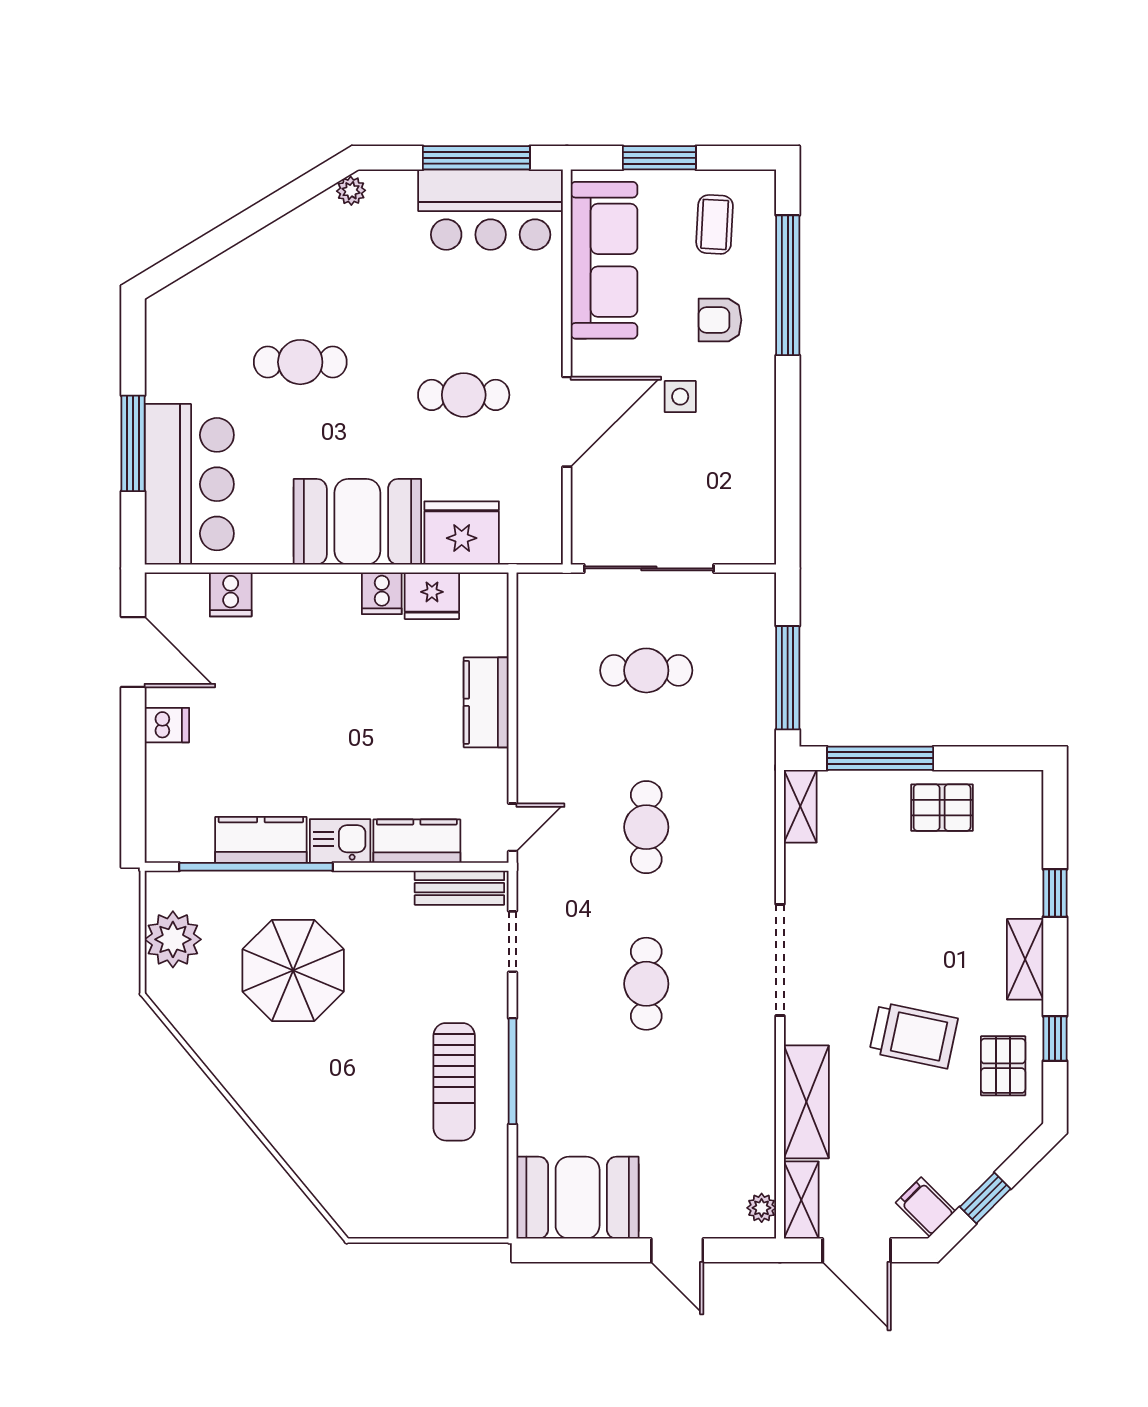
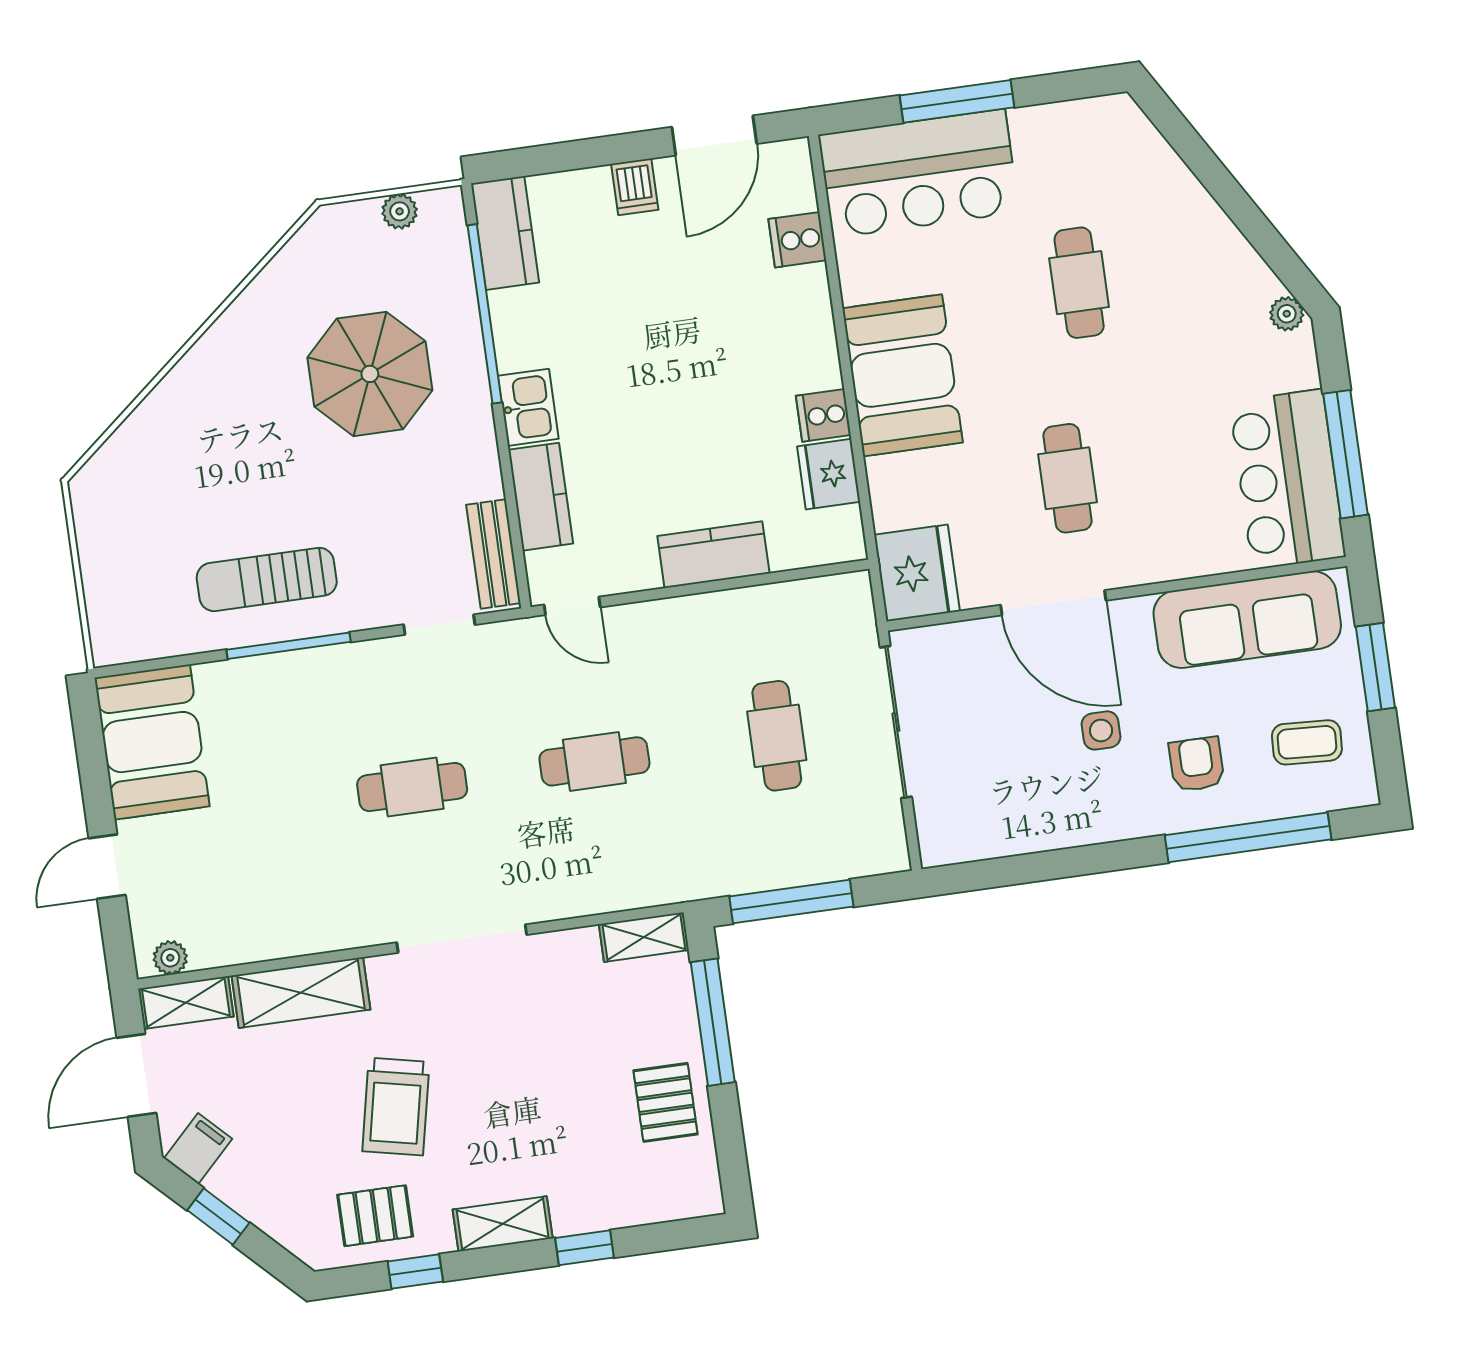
fridge: (462, 533) -> (917, 573), moved
kitchen counter: (261, 840) -> (505, 233), moved
plant: (173, 939) -> (400, 211), width x0.53, depth x0.53

